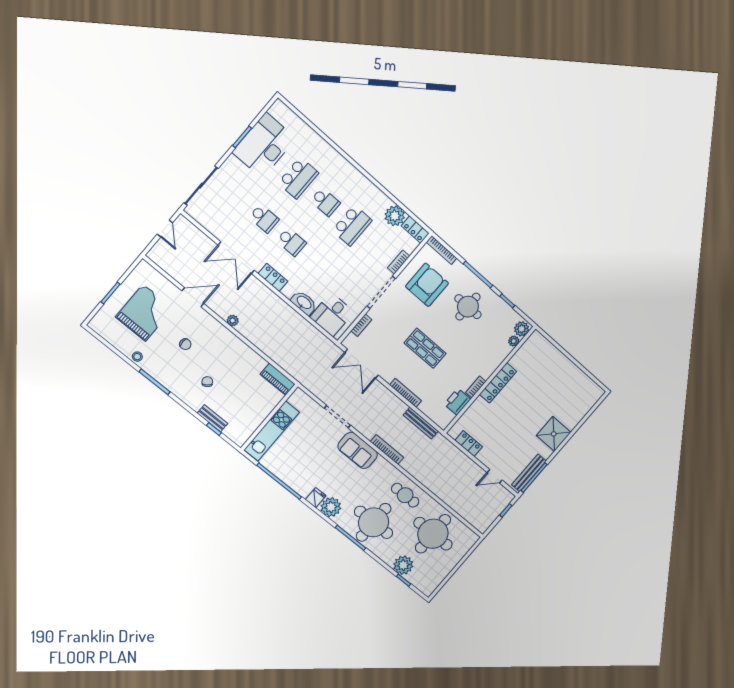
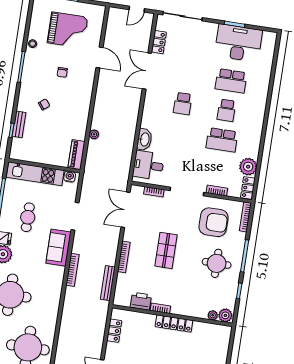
school desk: (264, 218) -> (187, 74), removed
locker: (273, 277) -> (159, 42), moved
plant: (233, 321) -> (94, 134), moved
water cooler: (295, 399) -> (70, 177), added
cafe table: (405, 495) -> (28, 217), moved

